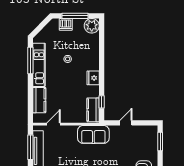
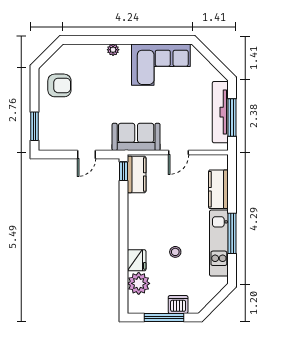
plant: (92, 26) -> (139, 283), moved
window: (30, 61) -> (232, 233), moved
fridge: (93, 78) -> (137, 260), moved
window: (102, 102) -> (124, 171), moved
door: (54, 124) -> (179, 153), moved

